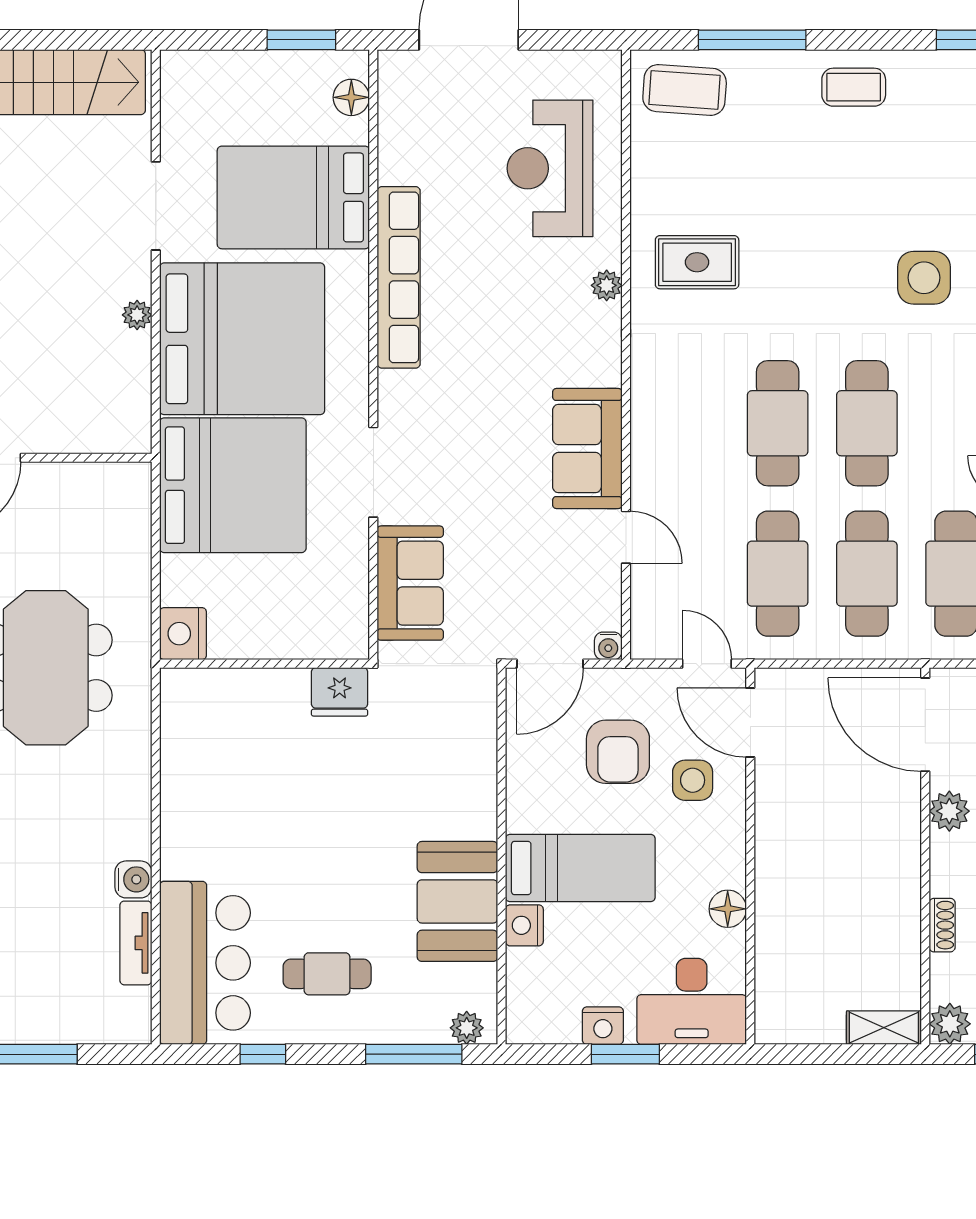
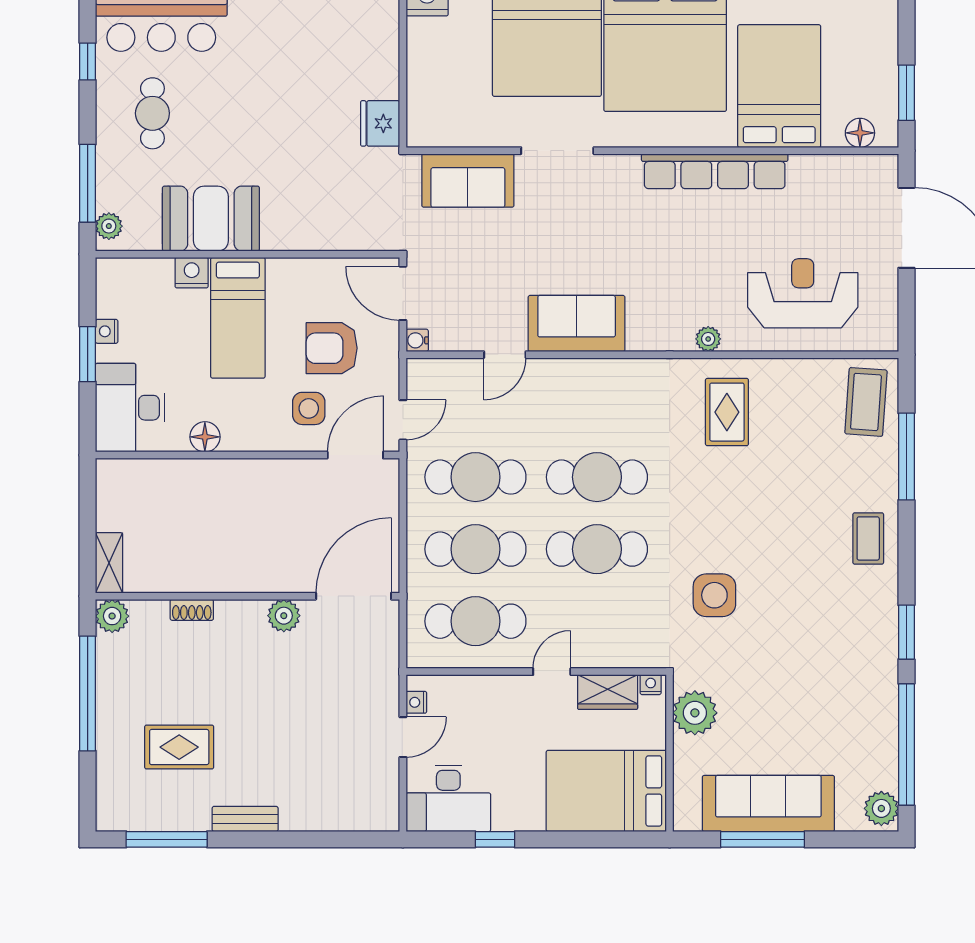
nightstand: (603, 1026) -> (107, 331), width x0.72, depth x0.74

